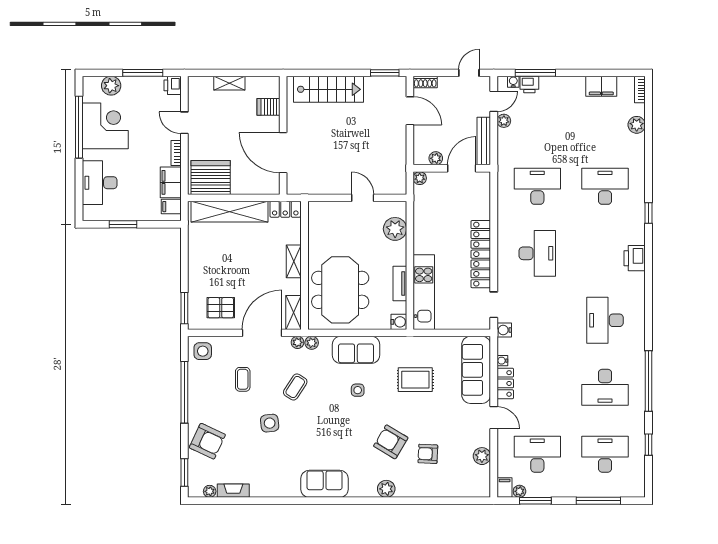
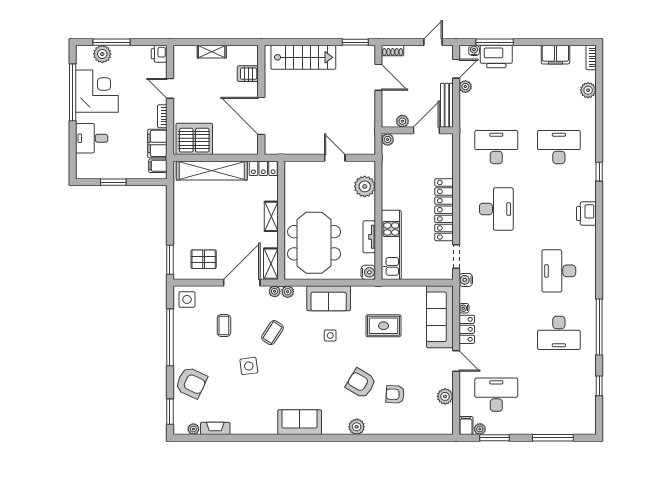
window: (143, 73) -> (112, 42), moved
printer: (529, 84) -> (496, 57), width x1.87, depth x1.48
desk: (100, 183) -> (92, 138), width x0.73
desk: (605, 454) -> (559, 395), removed

